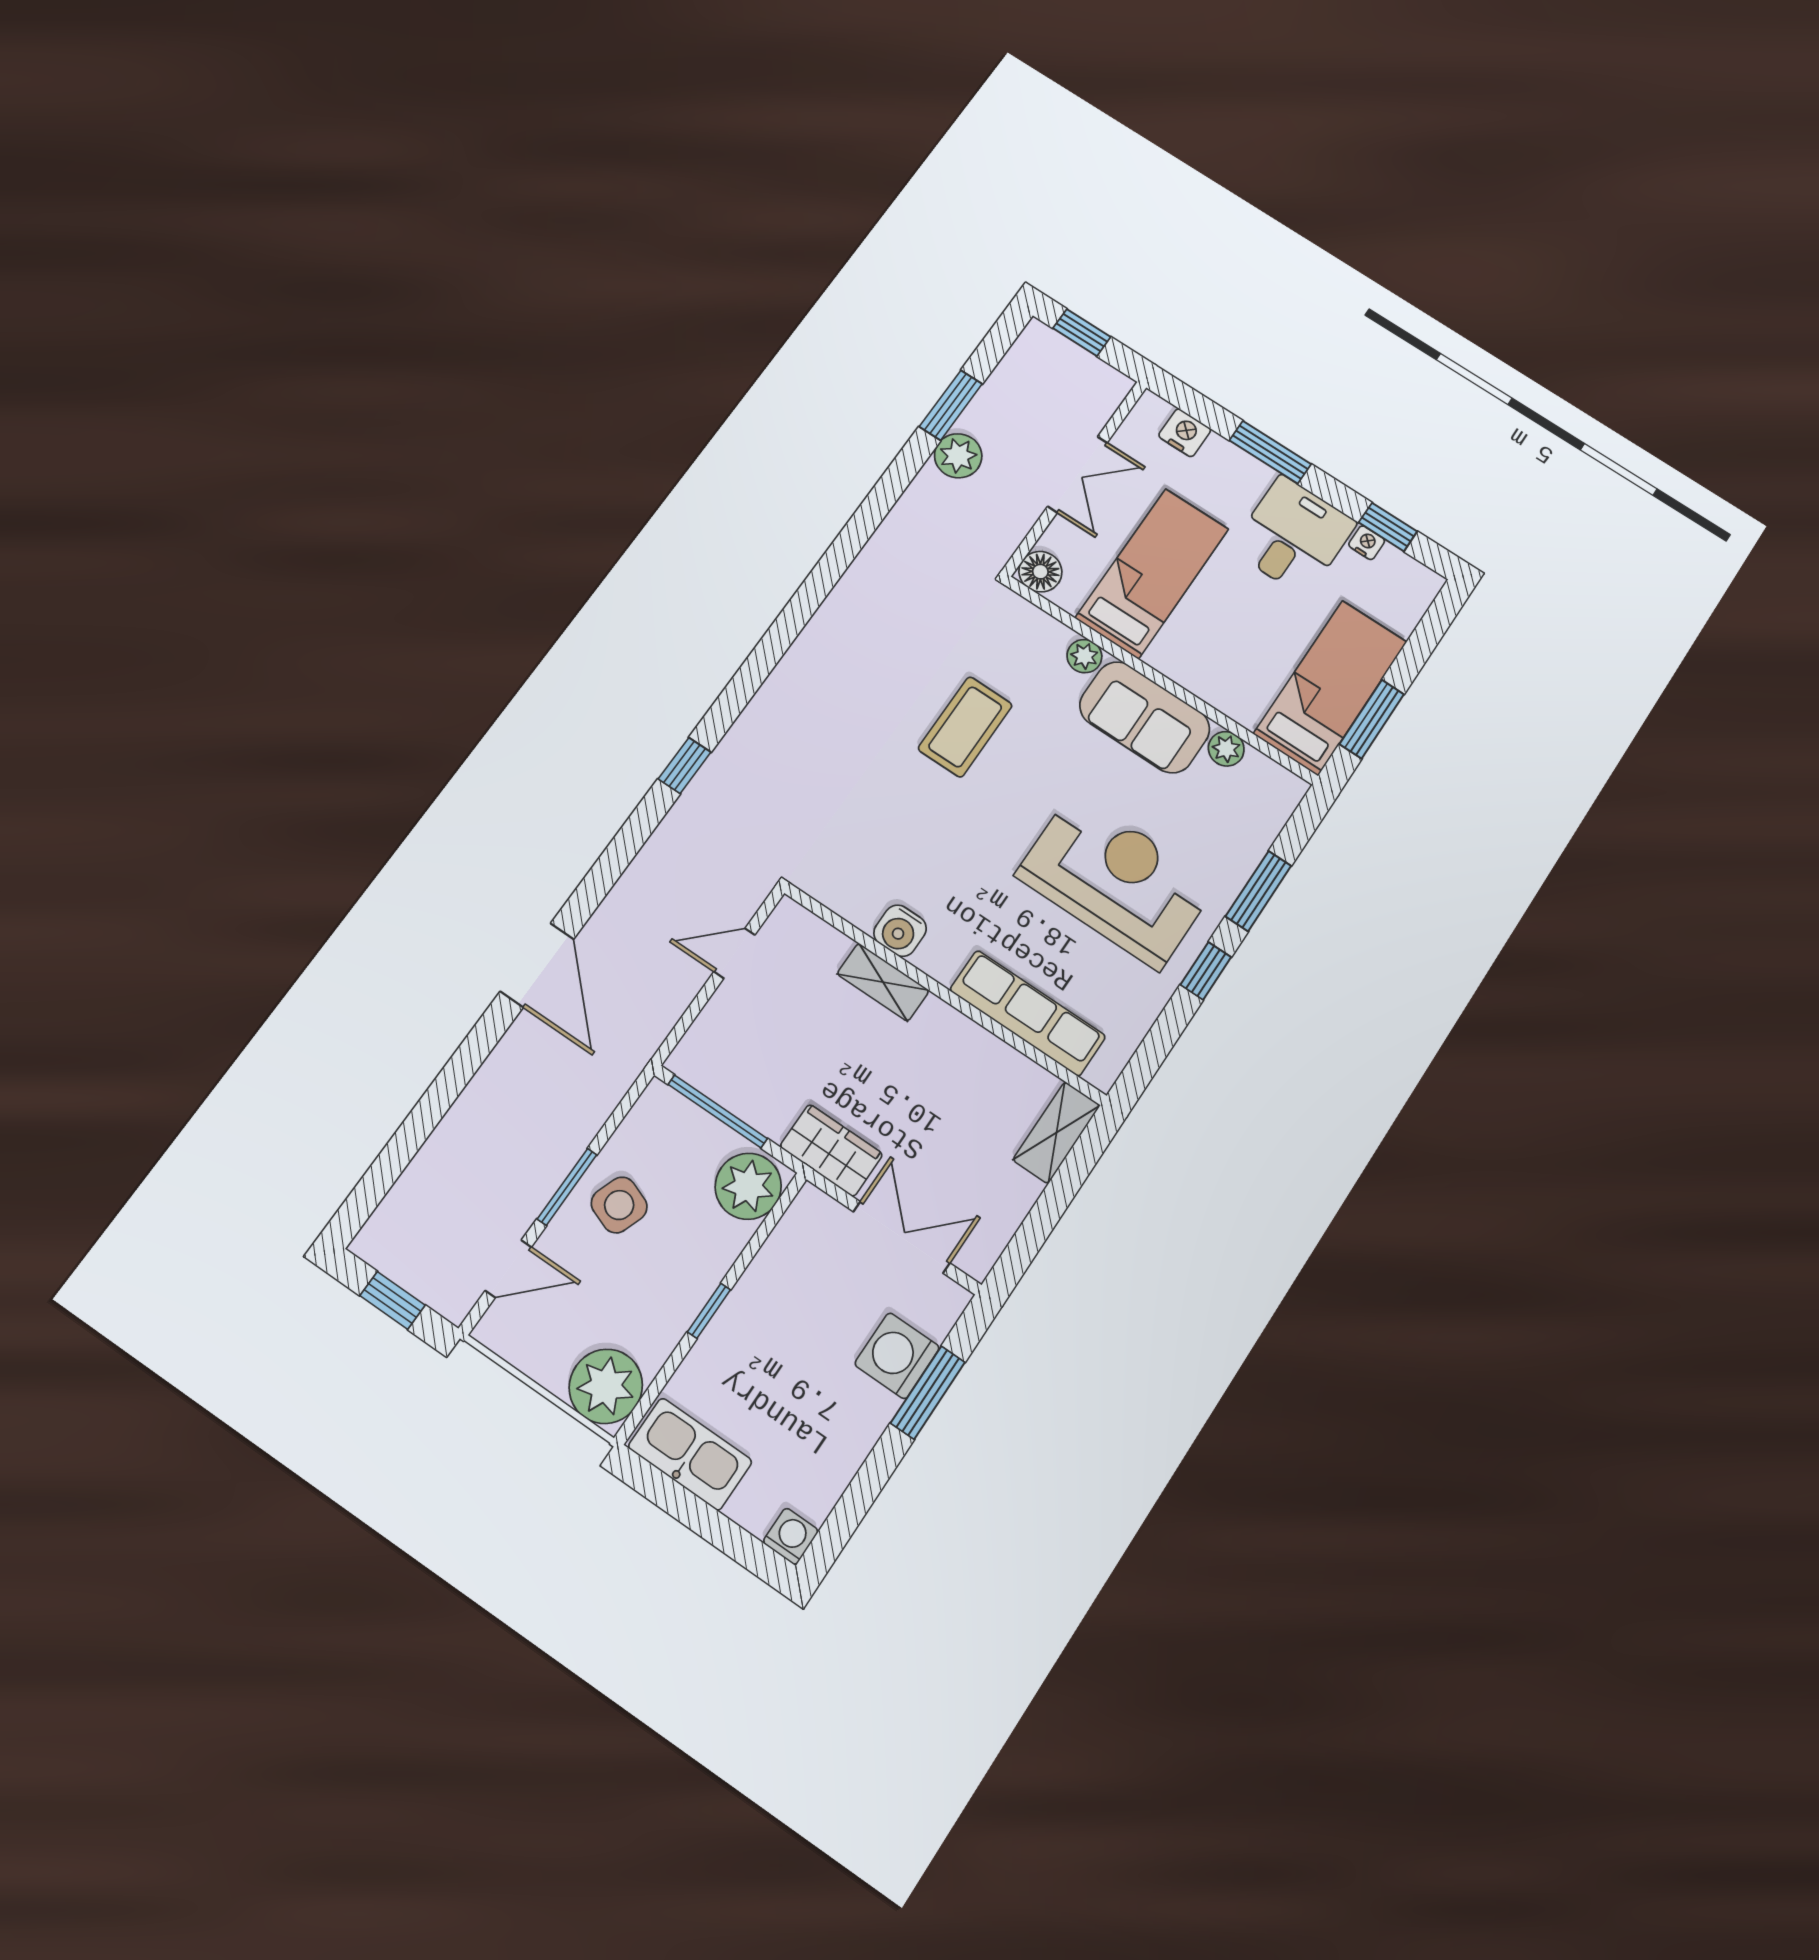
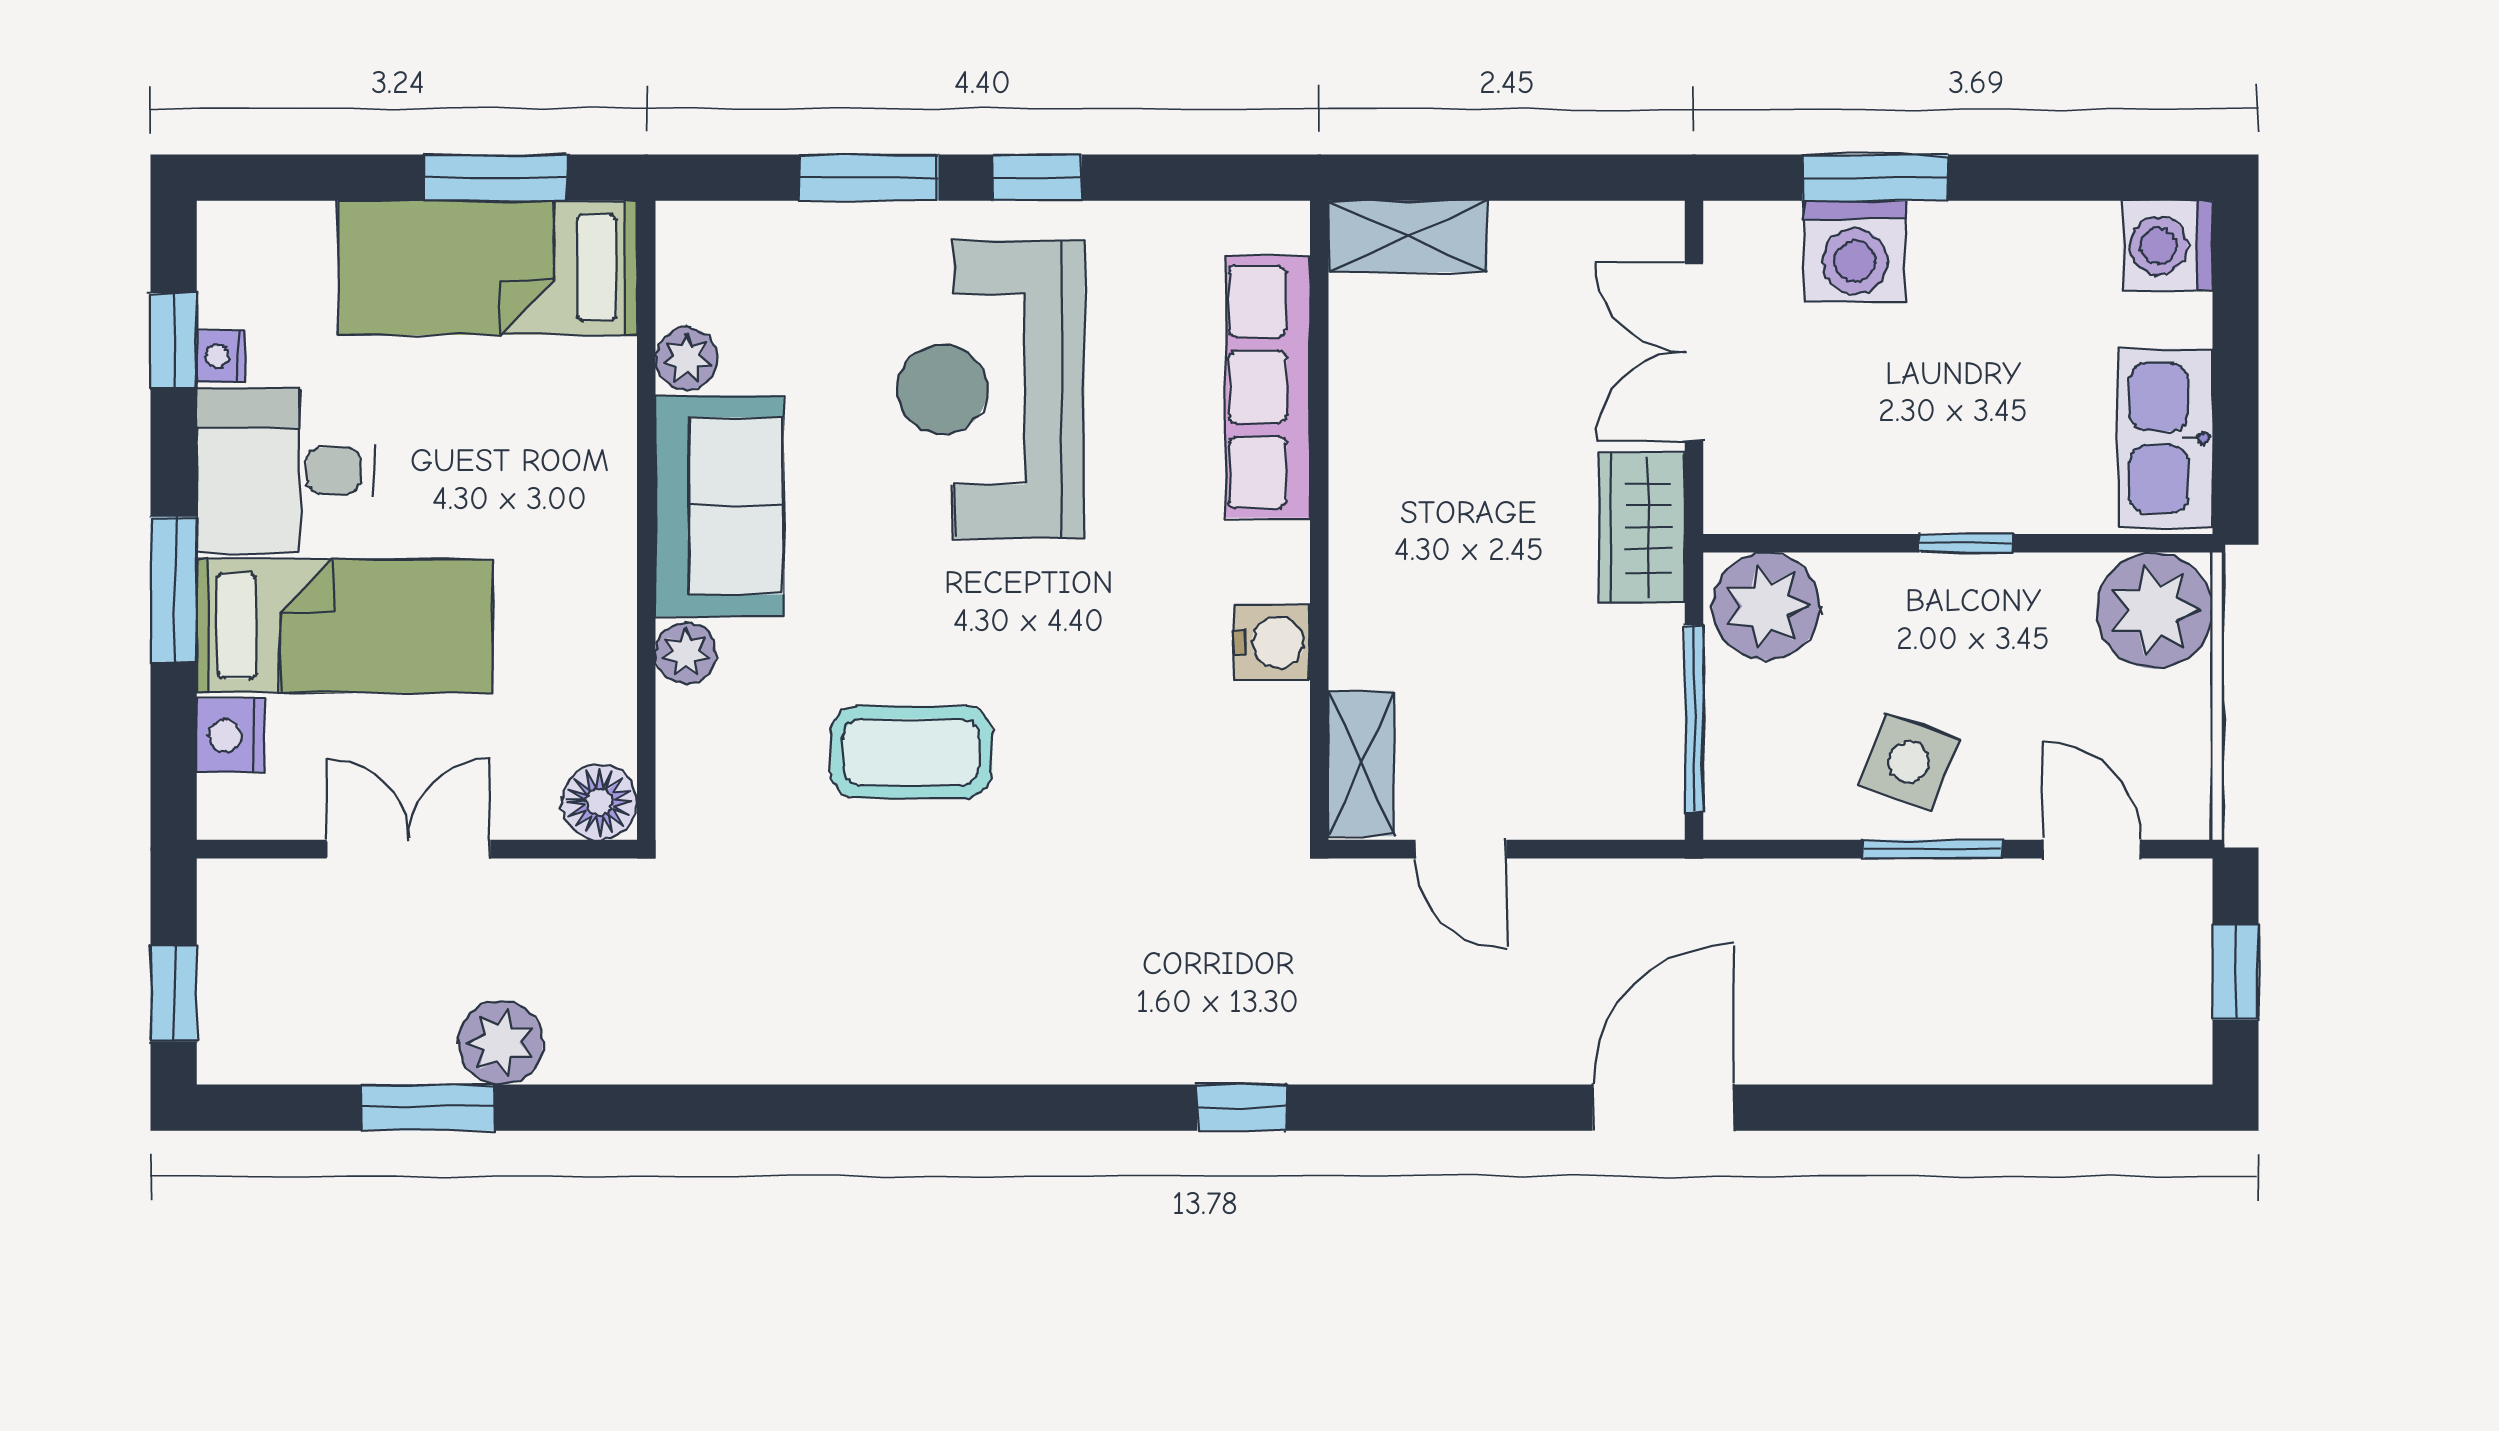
bed: (1152, 573) -> (345, 626), moved, turned 180
shelving: (883, 982) -> (1361, 764), moved
washing machine: (791, 1536) -> (2168, 246), width x1.38, depth x1.38

